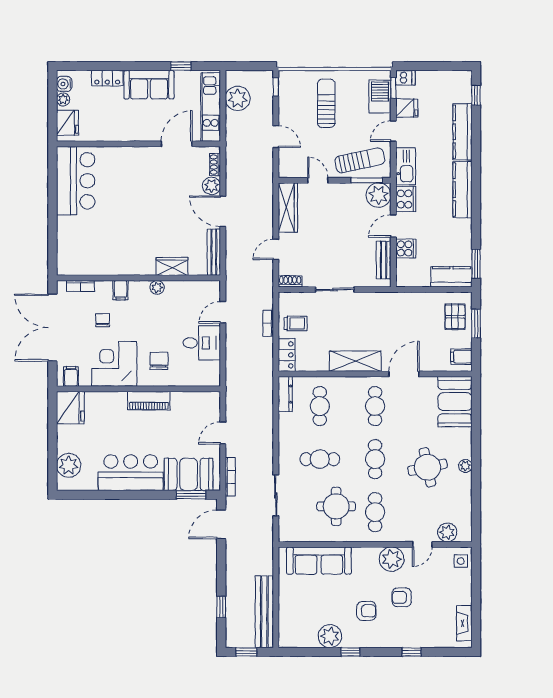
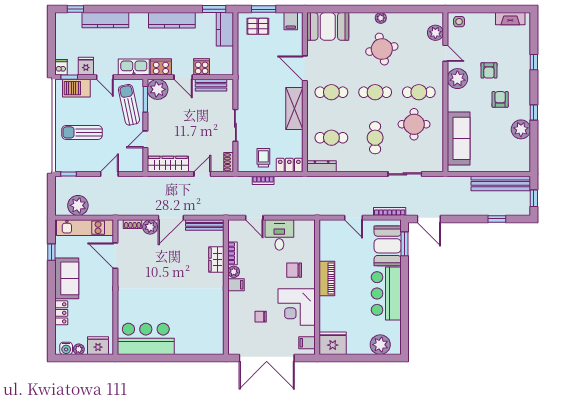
kitchen counter: (462, 190) -> (172, 20), moved
door: (276, 249) -> (202, 174), swing flipped
bookcase: (80, 286) -> (232, 253), moved
filing cabinet: (121, 290) -> (236, 285), moved

